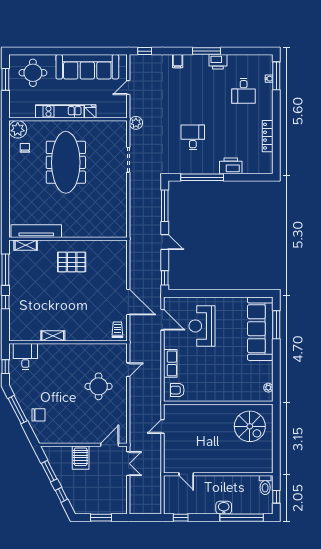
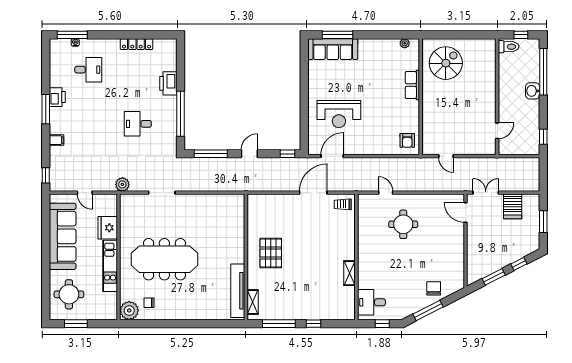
fridge: (90, 111) -> (108, 228), width x1.88, depth x1.34
sofa: (260, 329) -> (333, 49), width x0.74, depth x0.79
row of seats: (170, 363) -> (412, 85), moved, turned -90
server rack: (81, 458) -> (513, 206), moved, turned 90

